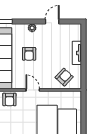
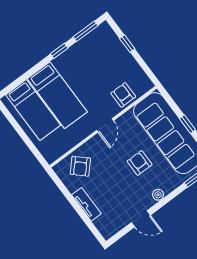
door: (52, 21) -> (141, 219), hinge flipped
door: (33, 90) -> (105, 125), hinge flipped

